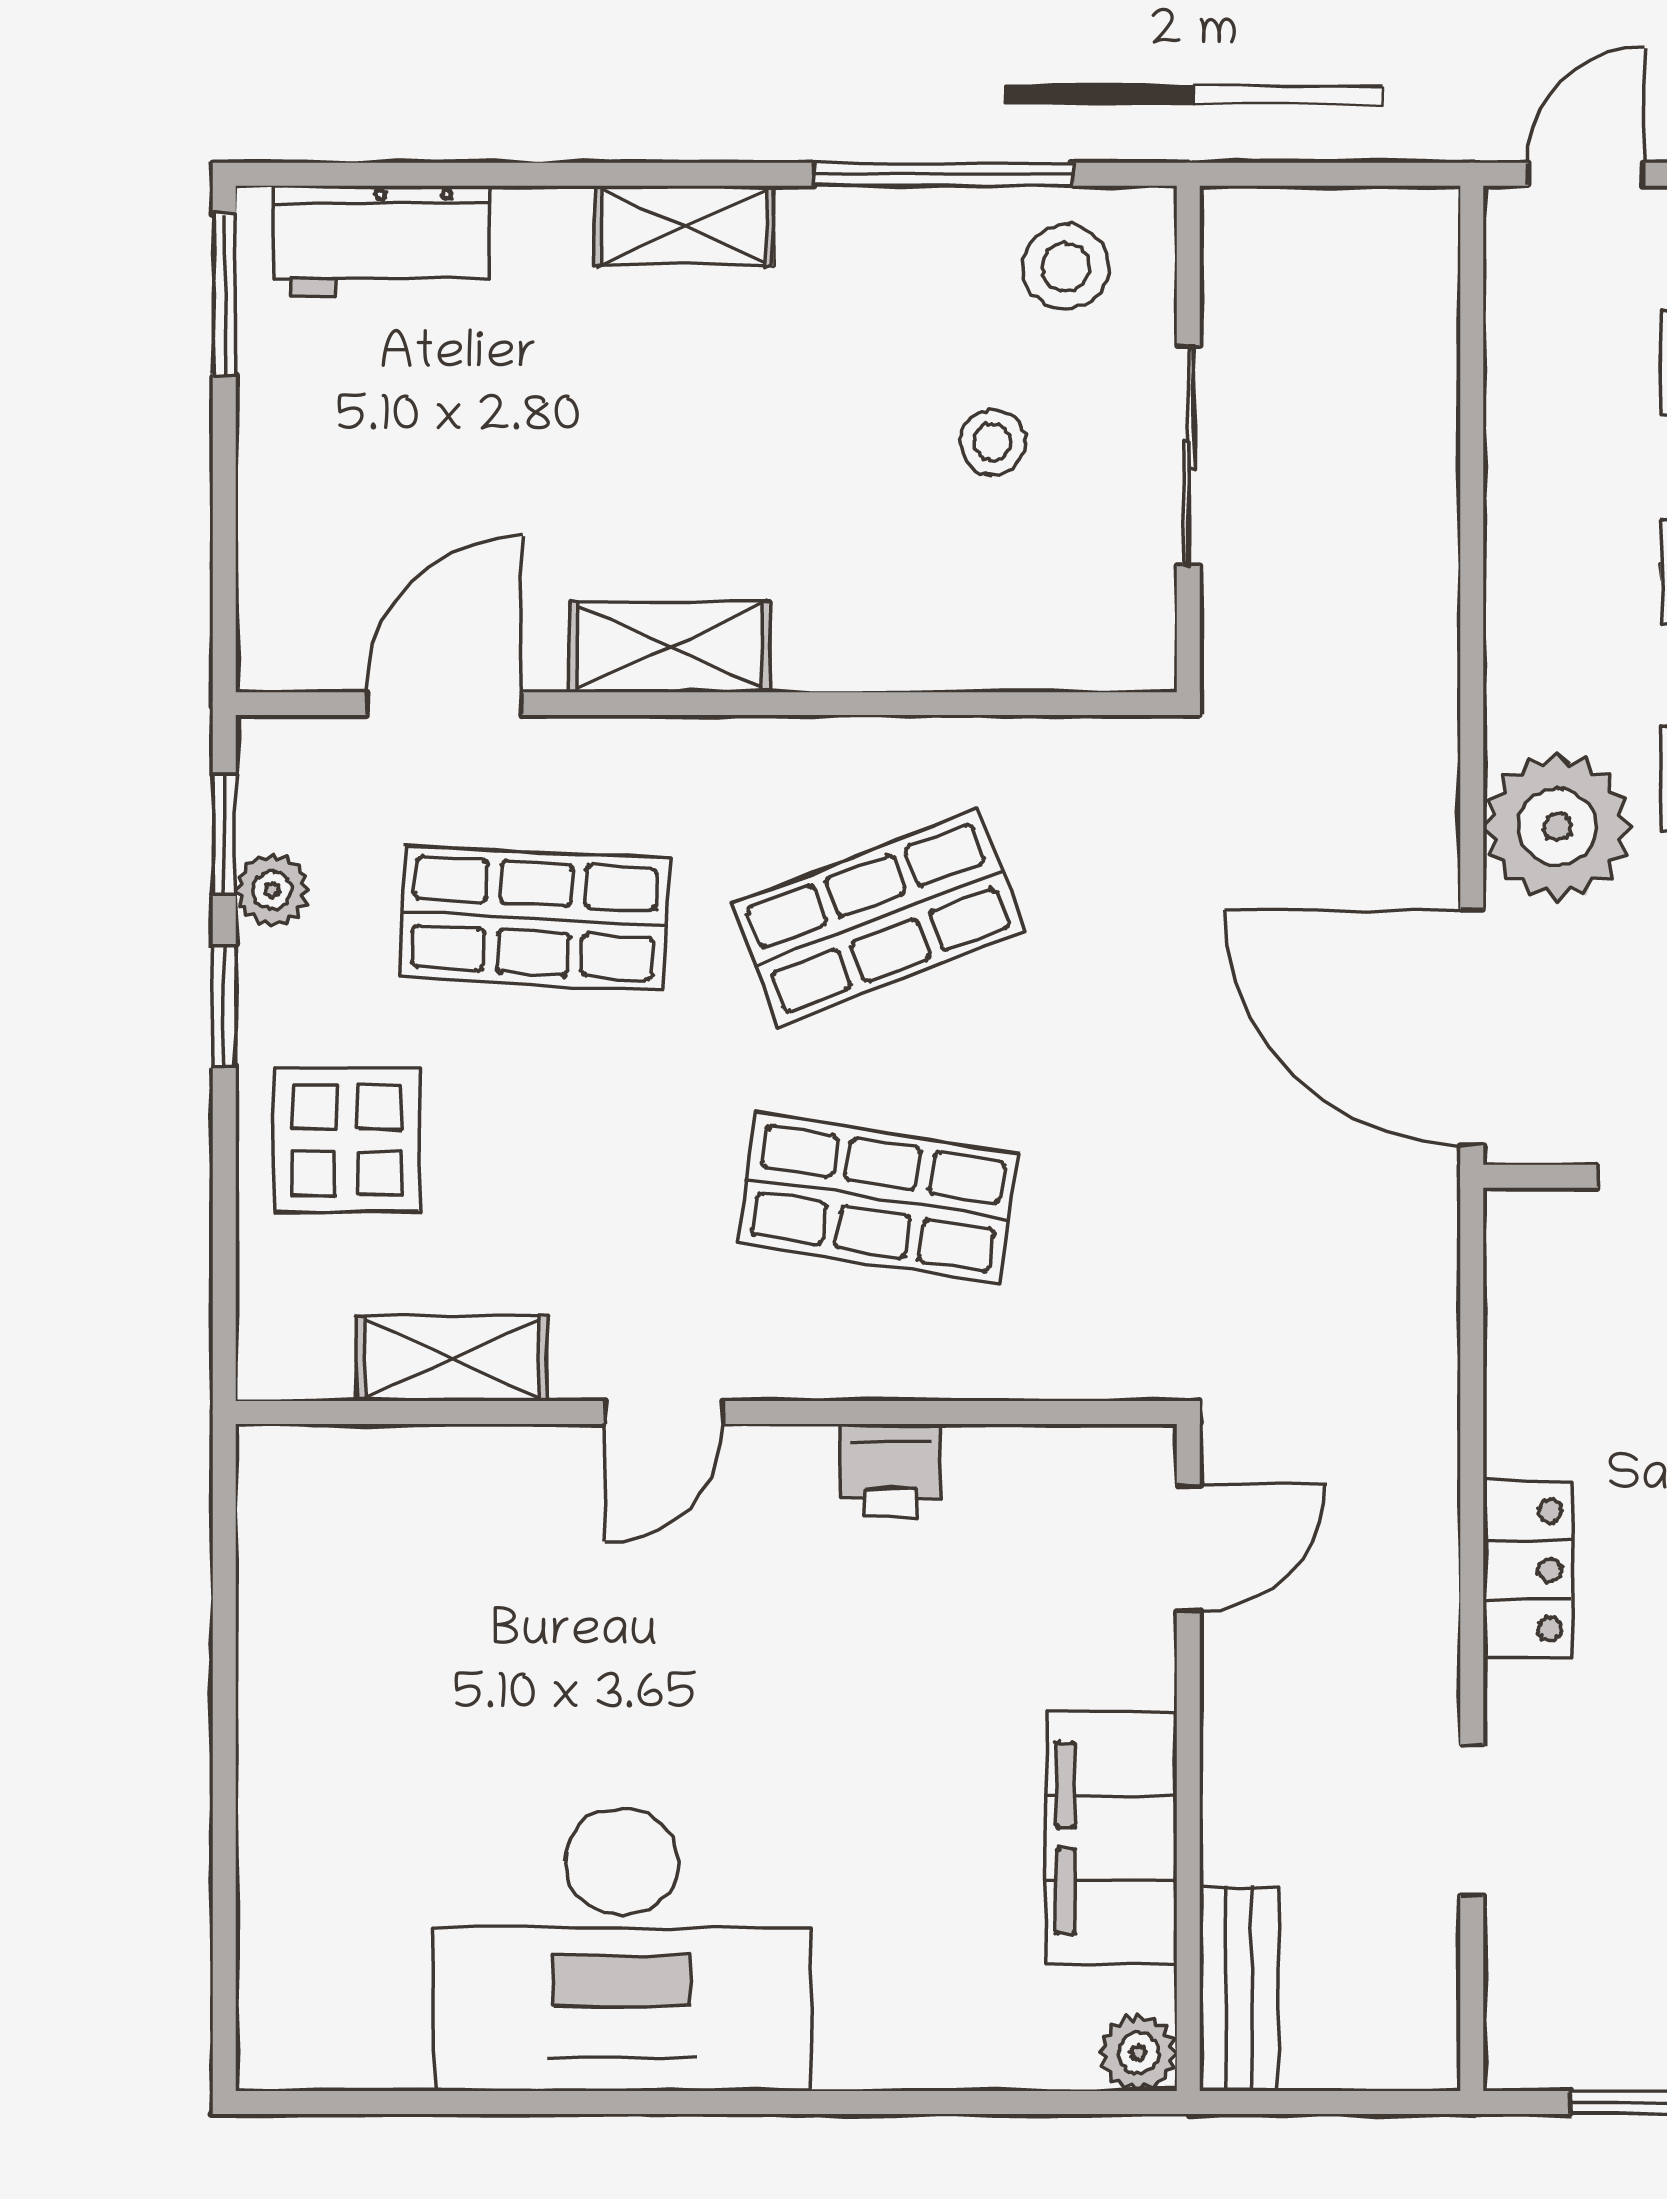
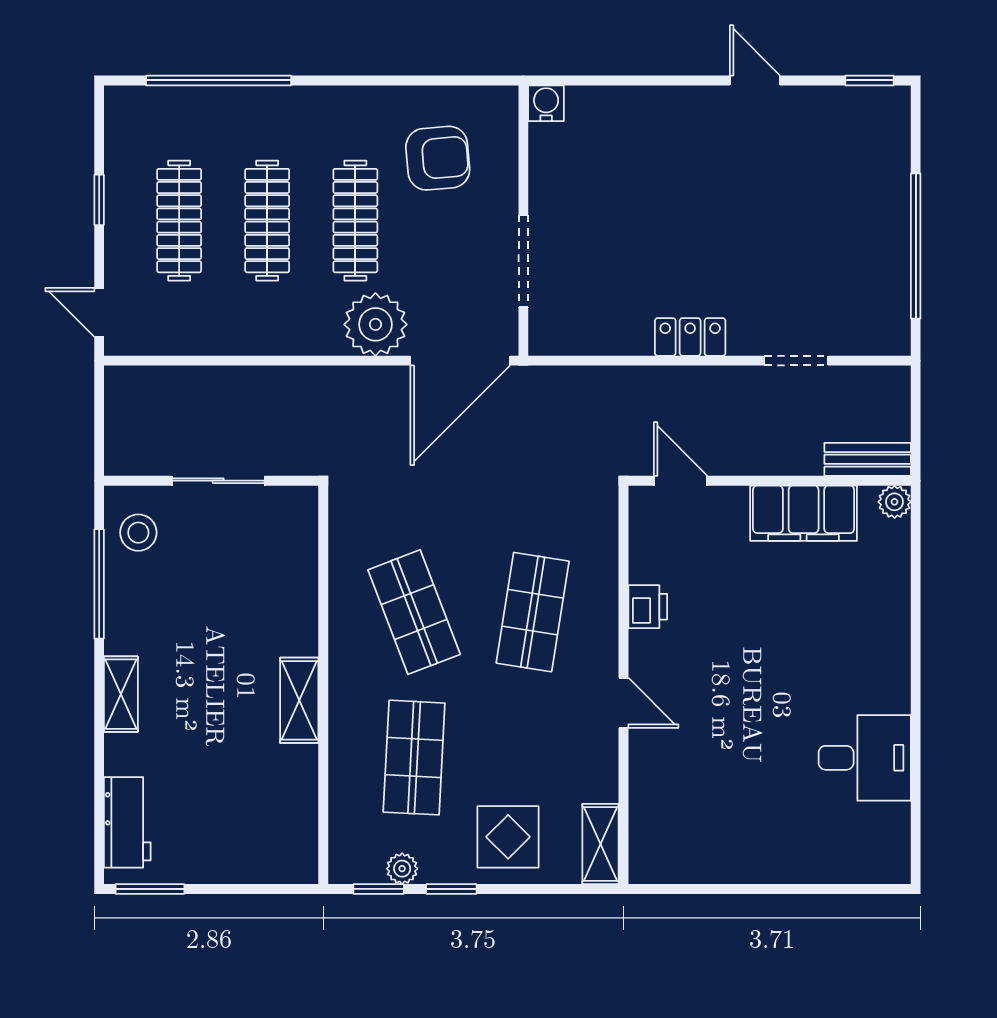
stool: (993, 442) -> (213, 564), removed
door: (444, 704) -> (323, 796), removed
shelving: (452, 1359) -> (601, 844), moved
desk: (622, 1949) -> (865, 758), width x0.53, depth x0.77

